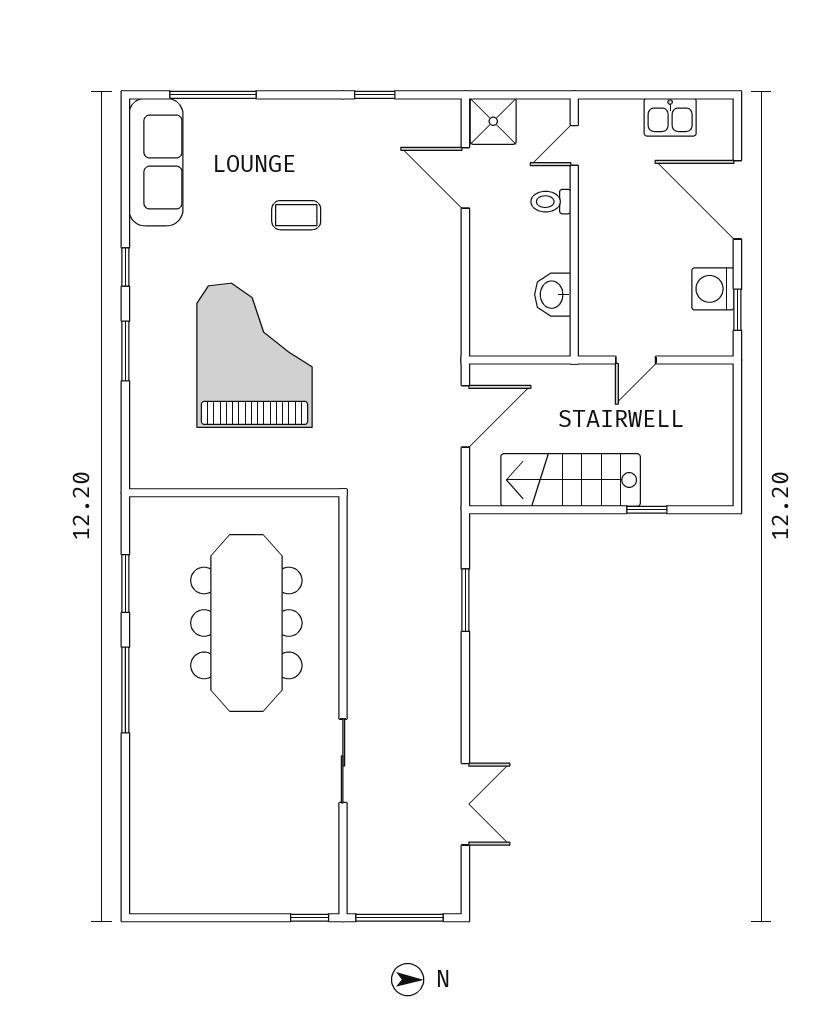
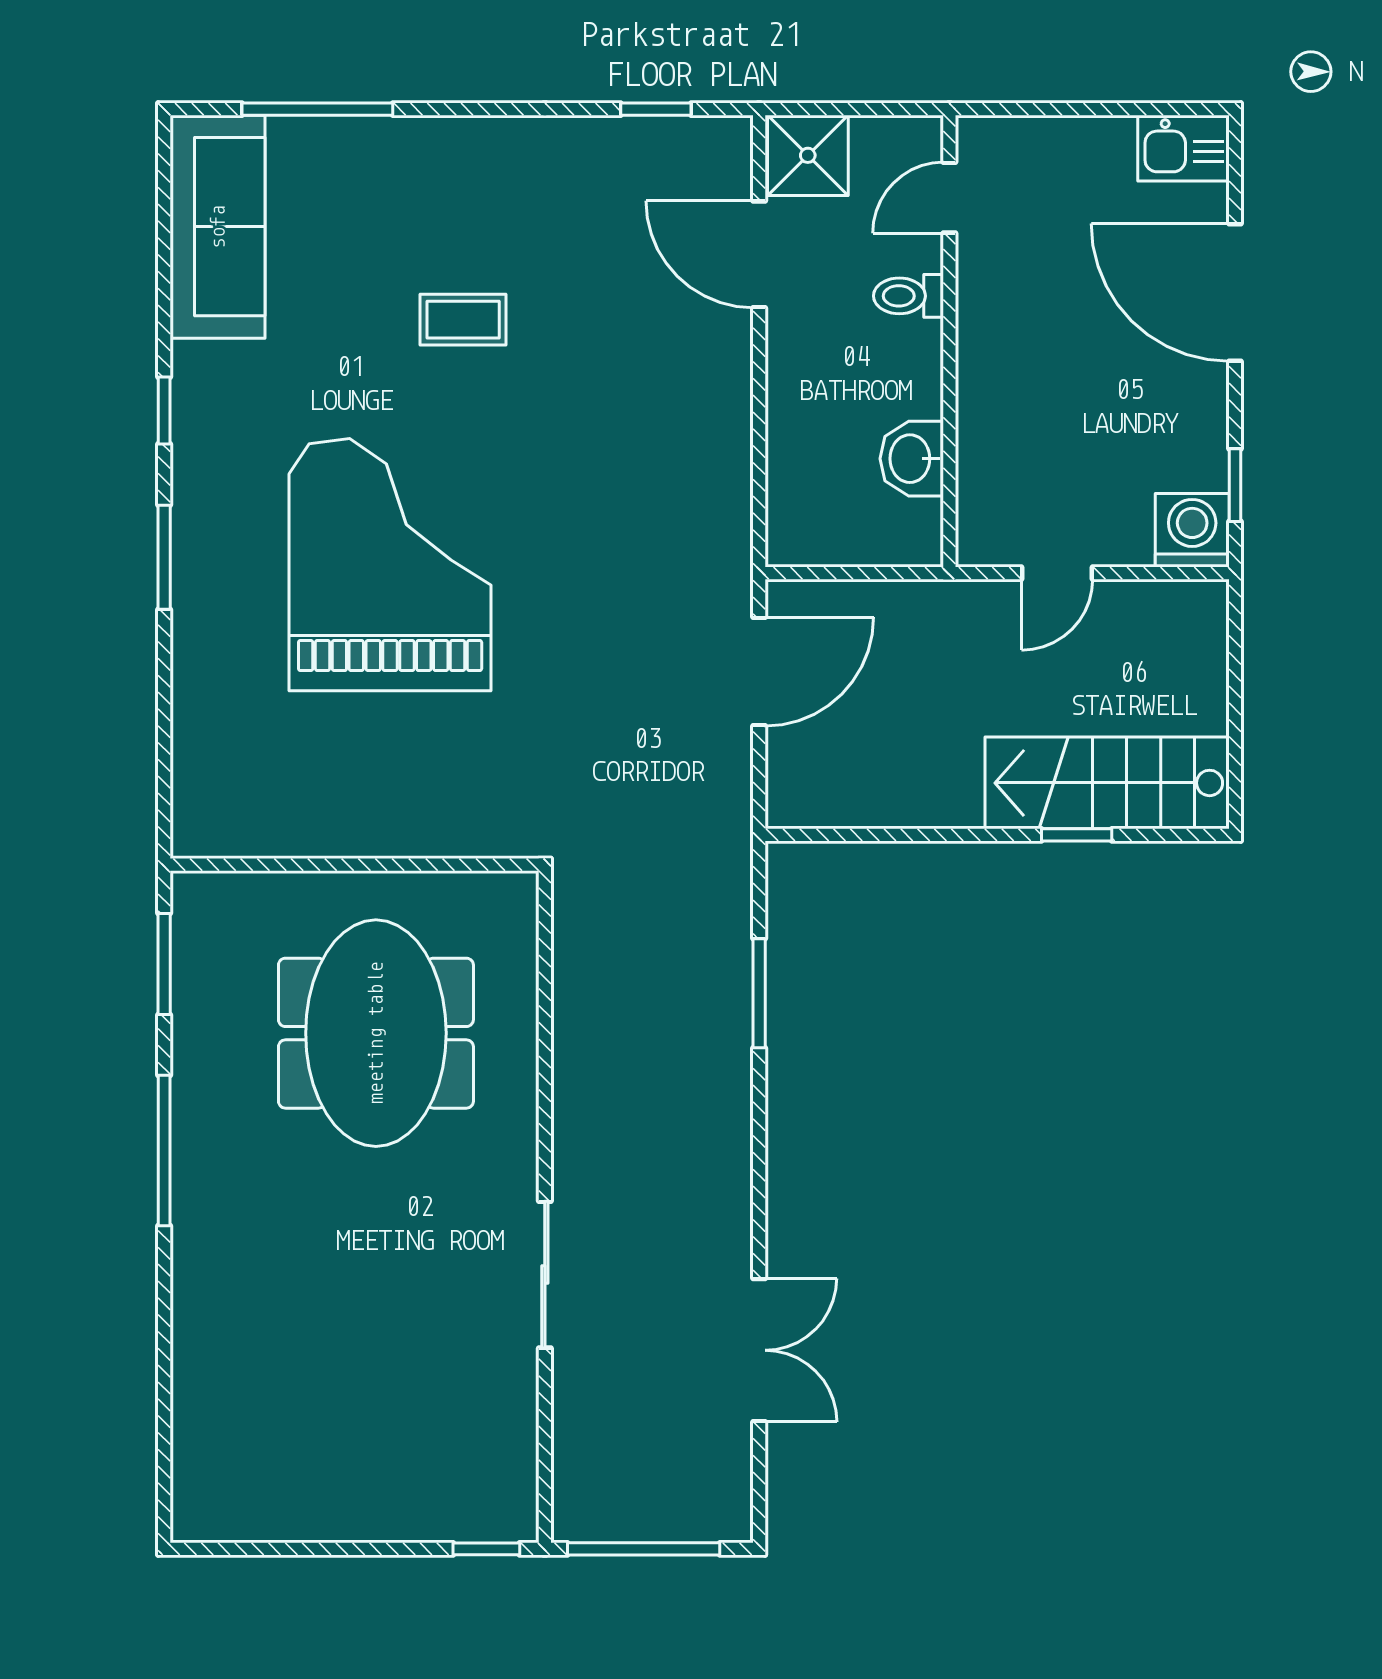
window: (375, 95) -> (656, 109), moved
kitchen sink: (670, 117) -> (1183, 148), moved
washing machine: (713, 289) -> (1192, 530), moved, turned 90
stairs: (571, 480) -> (1107, 783), moved
wall: (234, 493) -> (355, 865), moved
meeting table: (246, 623) -> (376, 1033), width x0.73

